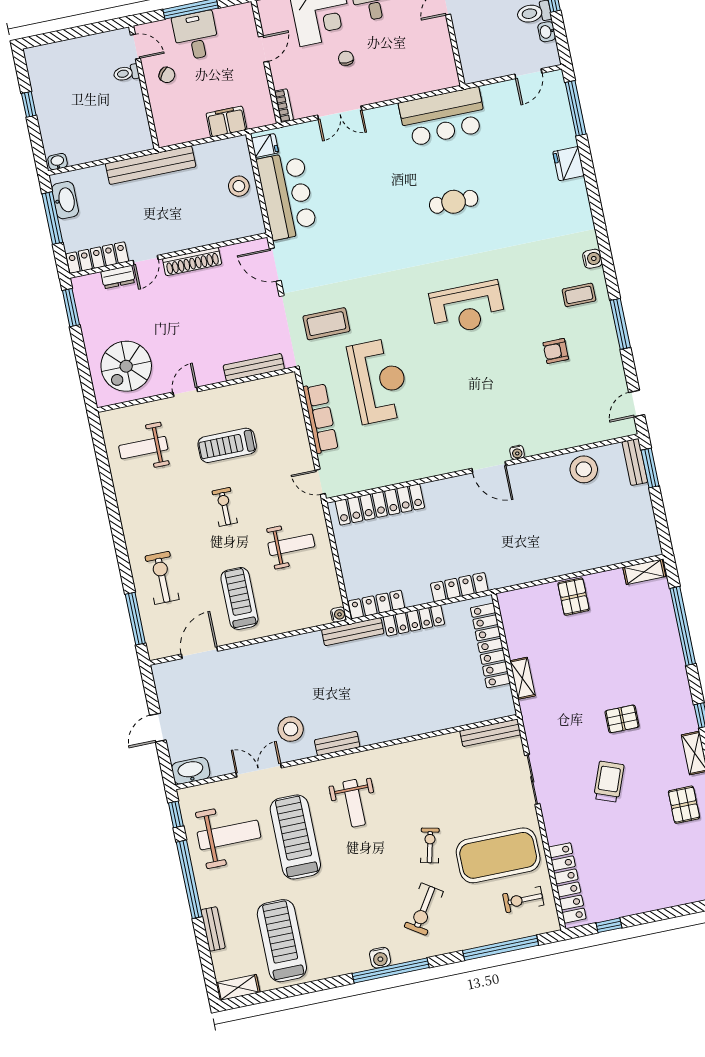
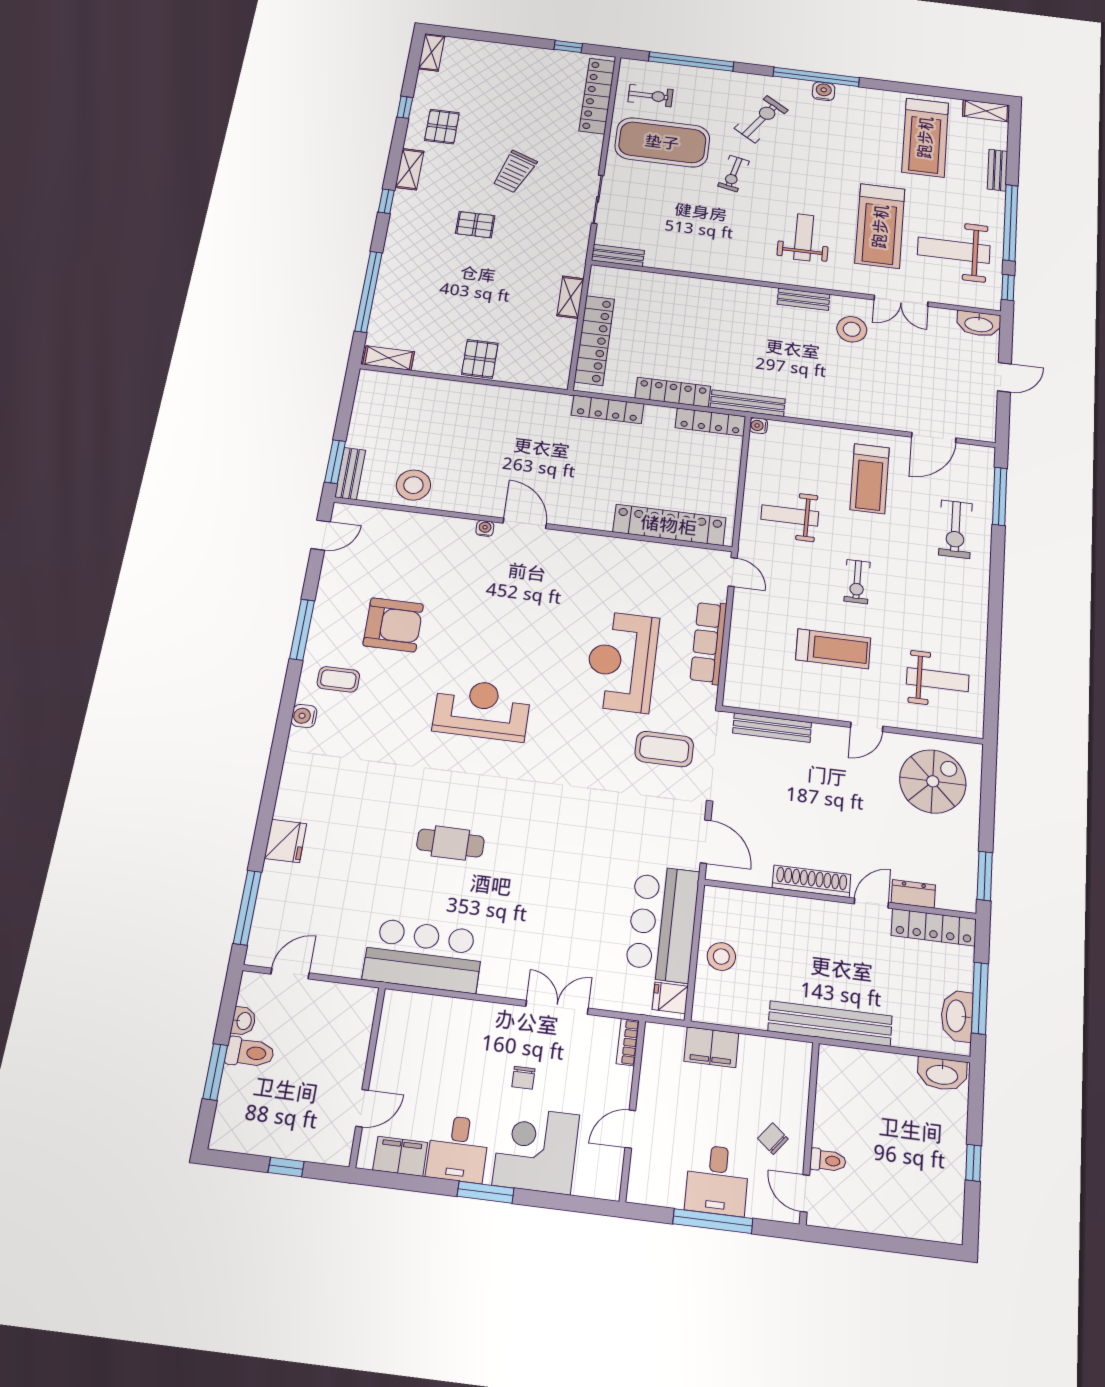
washbasin: (58, 162) -> (942, 1074), width x1.91, depth x1.45
armchair: (556, 351) -> (393, 625), width x1.88, depth x1.88
bench: (490, 733) -> (618, 255), width x0.73

